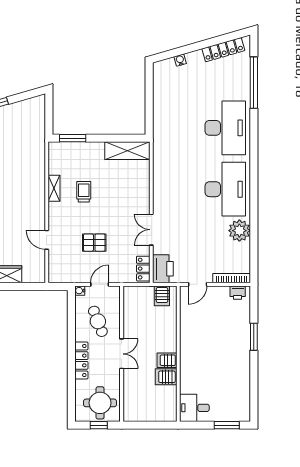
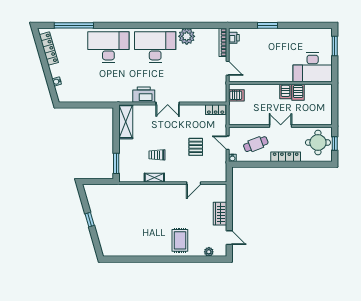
double door: (151, 230) -> (168, 103), moved
printer: (163, 269) -> (144, 95), moved
desk: (194, 408) -> (313, 67), width x1.87, depth x1.30

